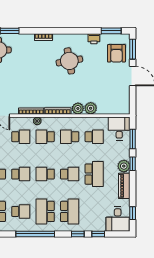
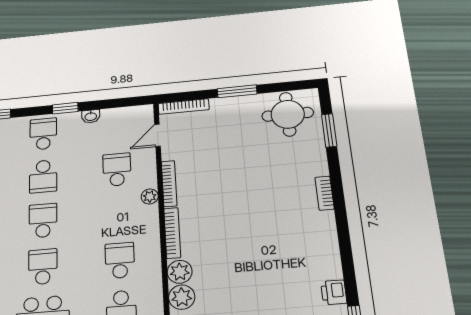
round table: (69, 61) -> (280, 247), removed
school desk: (21, 137) -> (117, 170), turned 180
school desk: (45, 137) -> (118, 214), removed
school desk: (70, 174) -> (43, 267), turned 180

